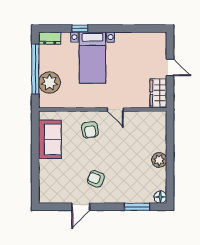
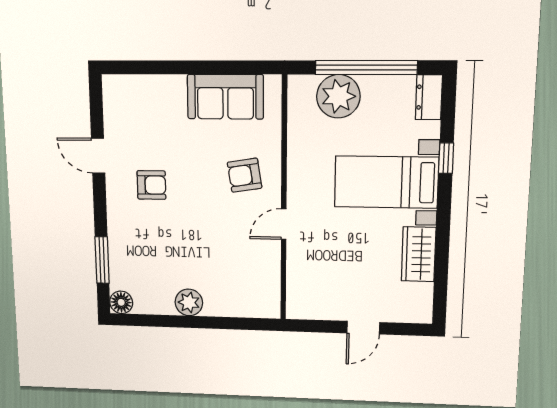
wardrobe: (158, 93) -> (419, 254), moved, turned -90
armchair: (96, 179) -> (151, 185), turned 68

